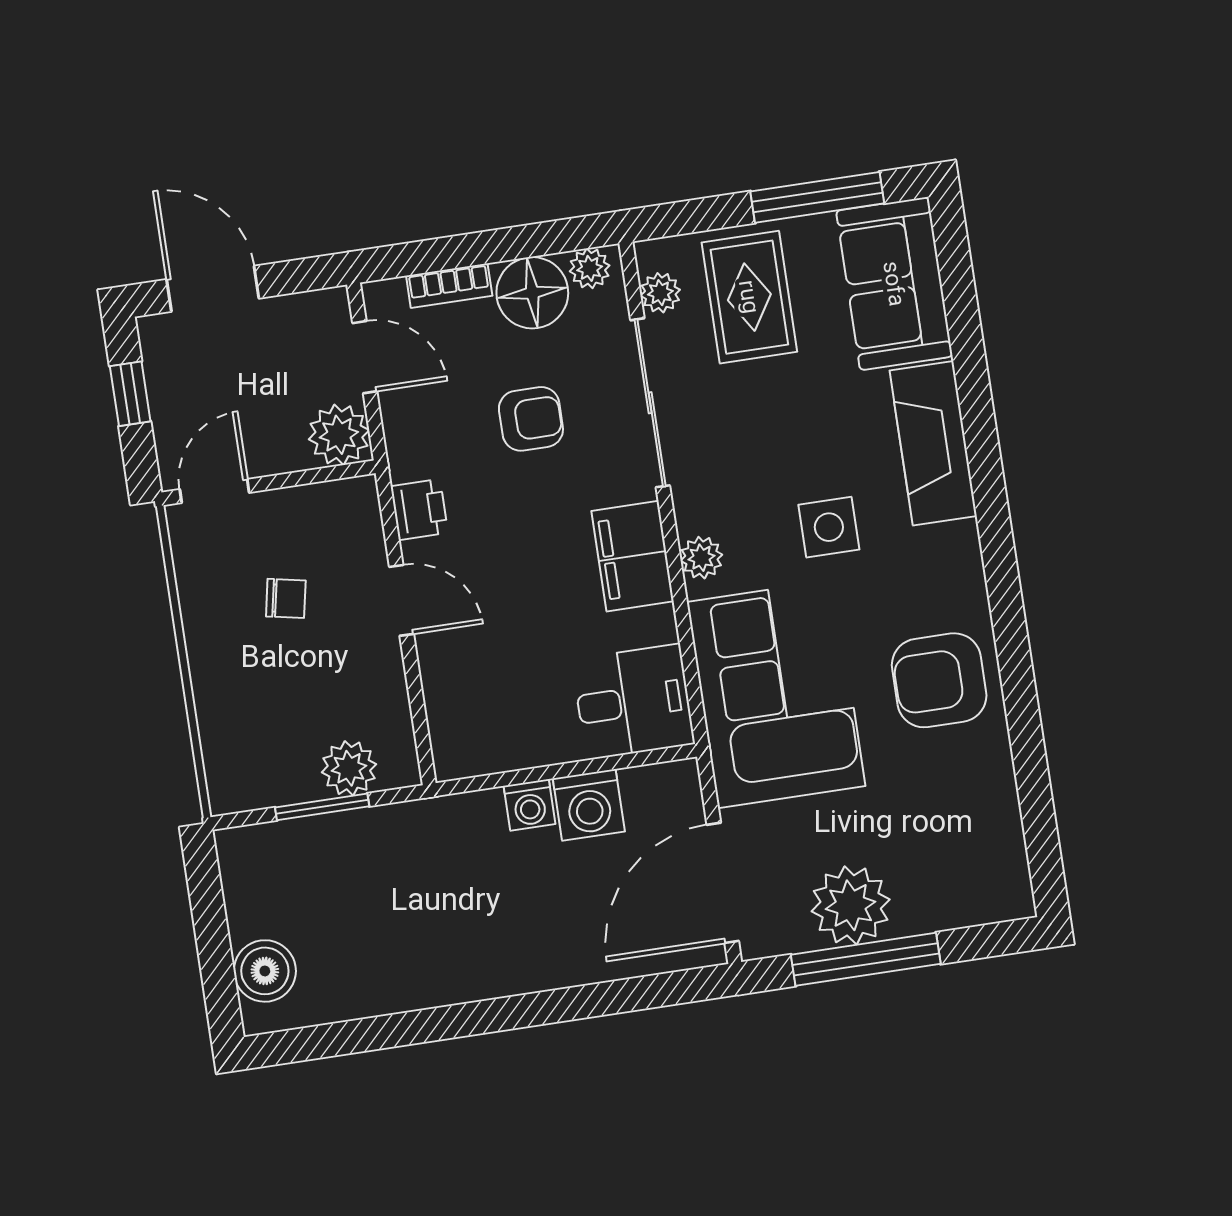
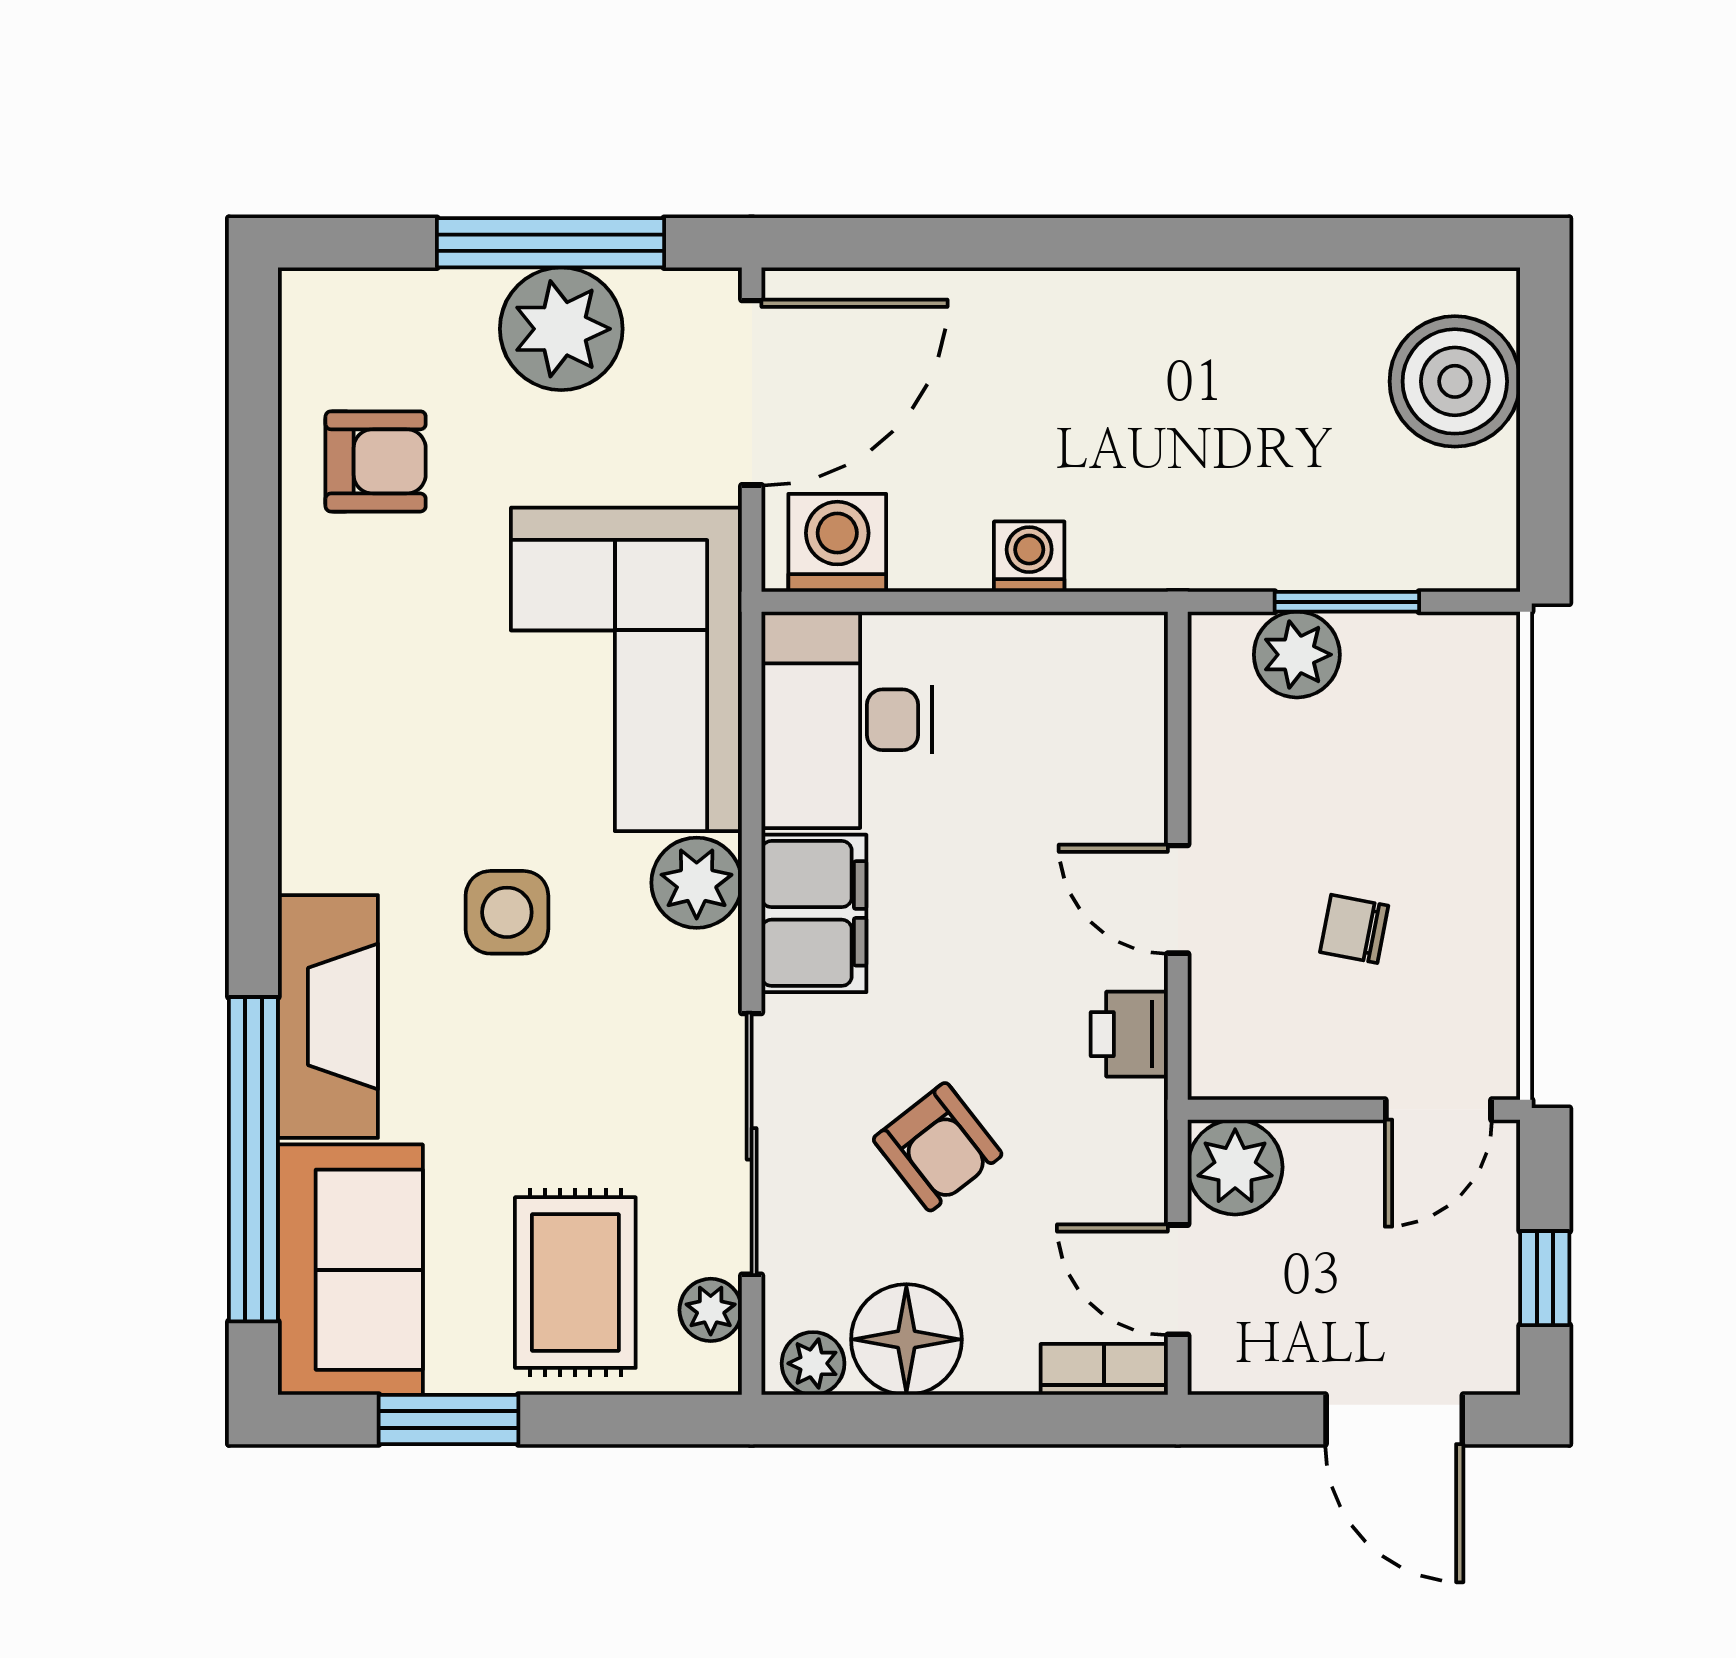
window: (817, 197) -> (448, 1419), width x0.69
bookcase: (449, 286) -> (1104, 1369), moved
window: (967, 345) -> (253, 1159), added
armchair: (531, 419) -> (938, 1147), turned -128
plant: (701, 558) -> (697, 883), width x1.38, depth x1.38
armchair: (939, 680) -> (376, 461), moved, width x0.72, depth x0.72
desk: (633, 702) -> (847, 720), width x1.37
washing machine: (589, 805) -> (837, 543), moved
boiler: (265, 971) -> (1455, 381), width x1.37, depth x1.37

